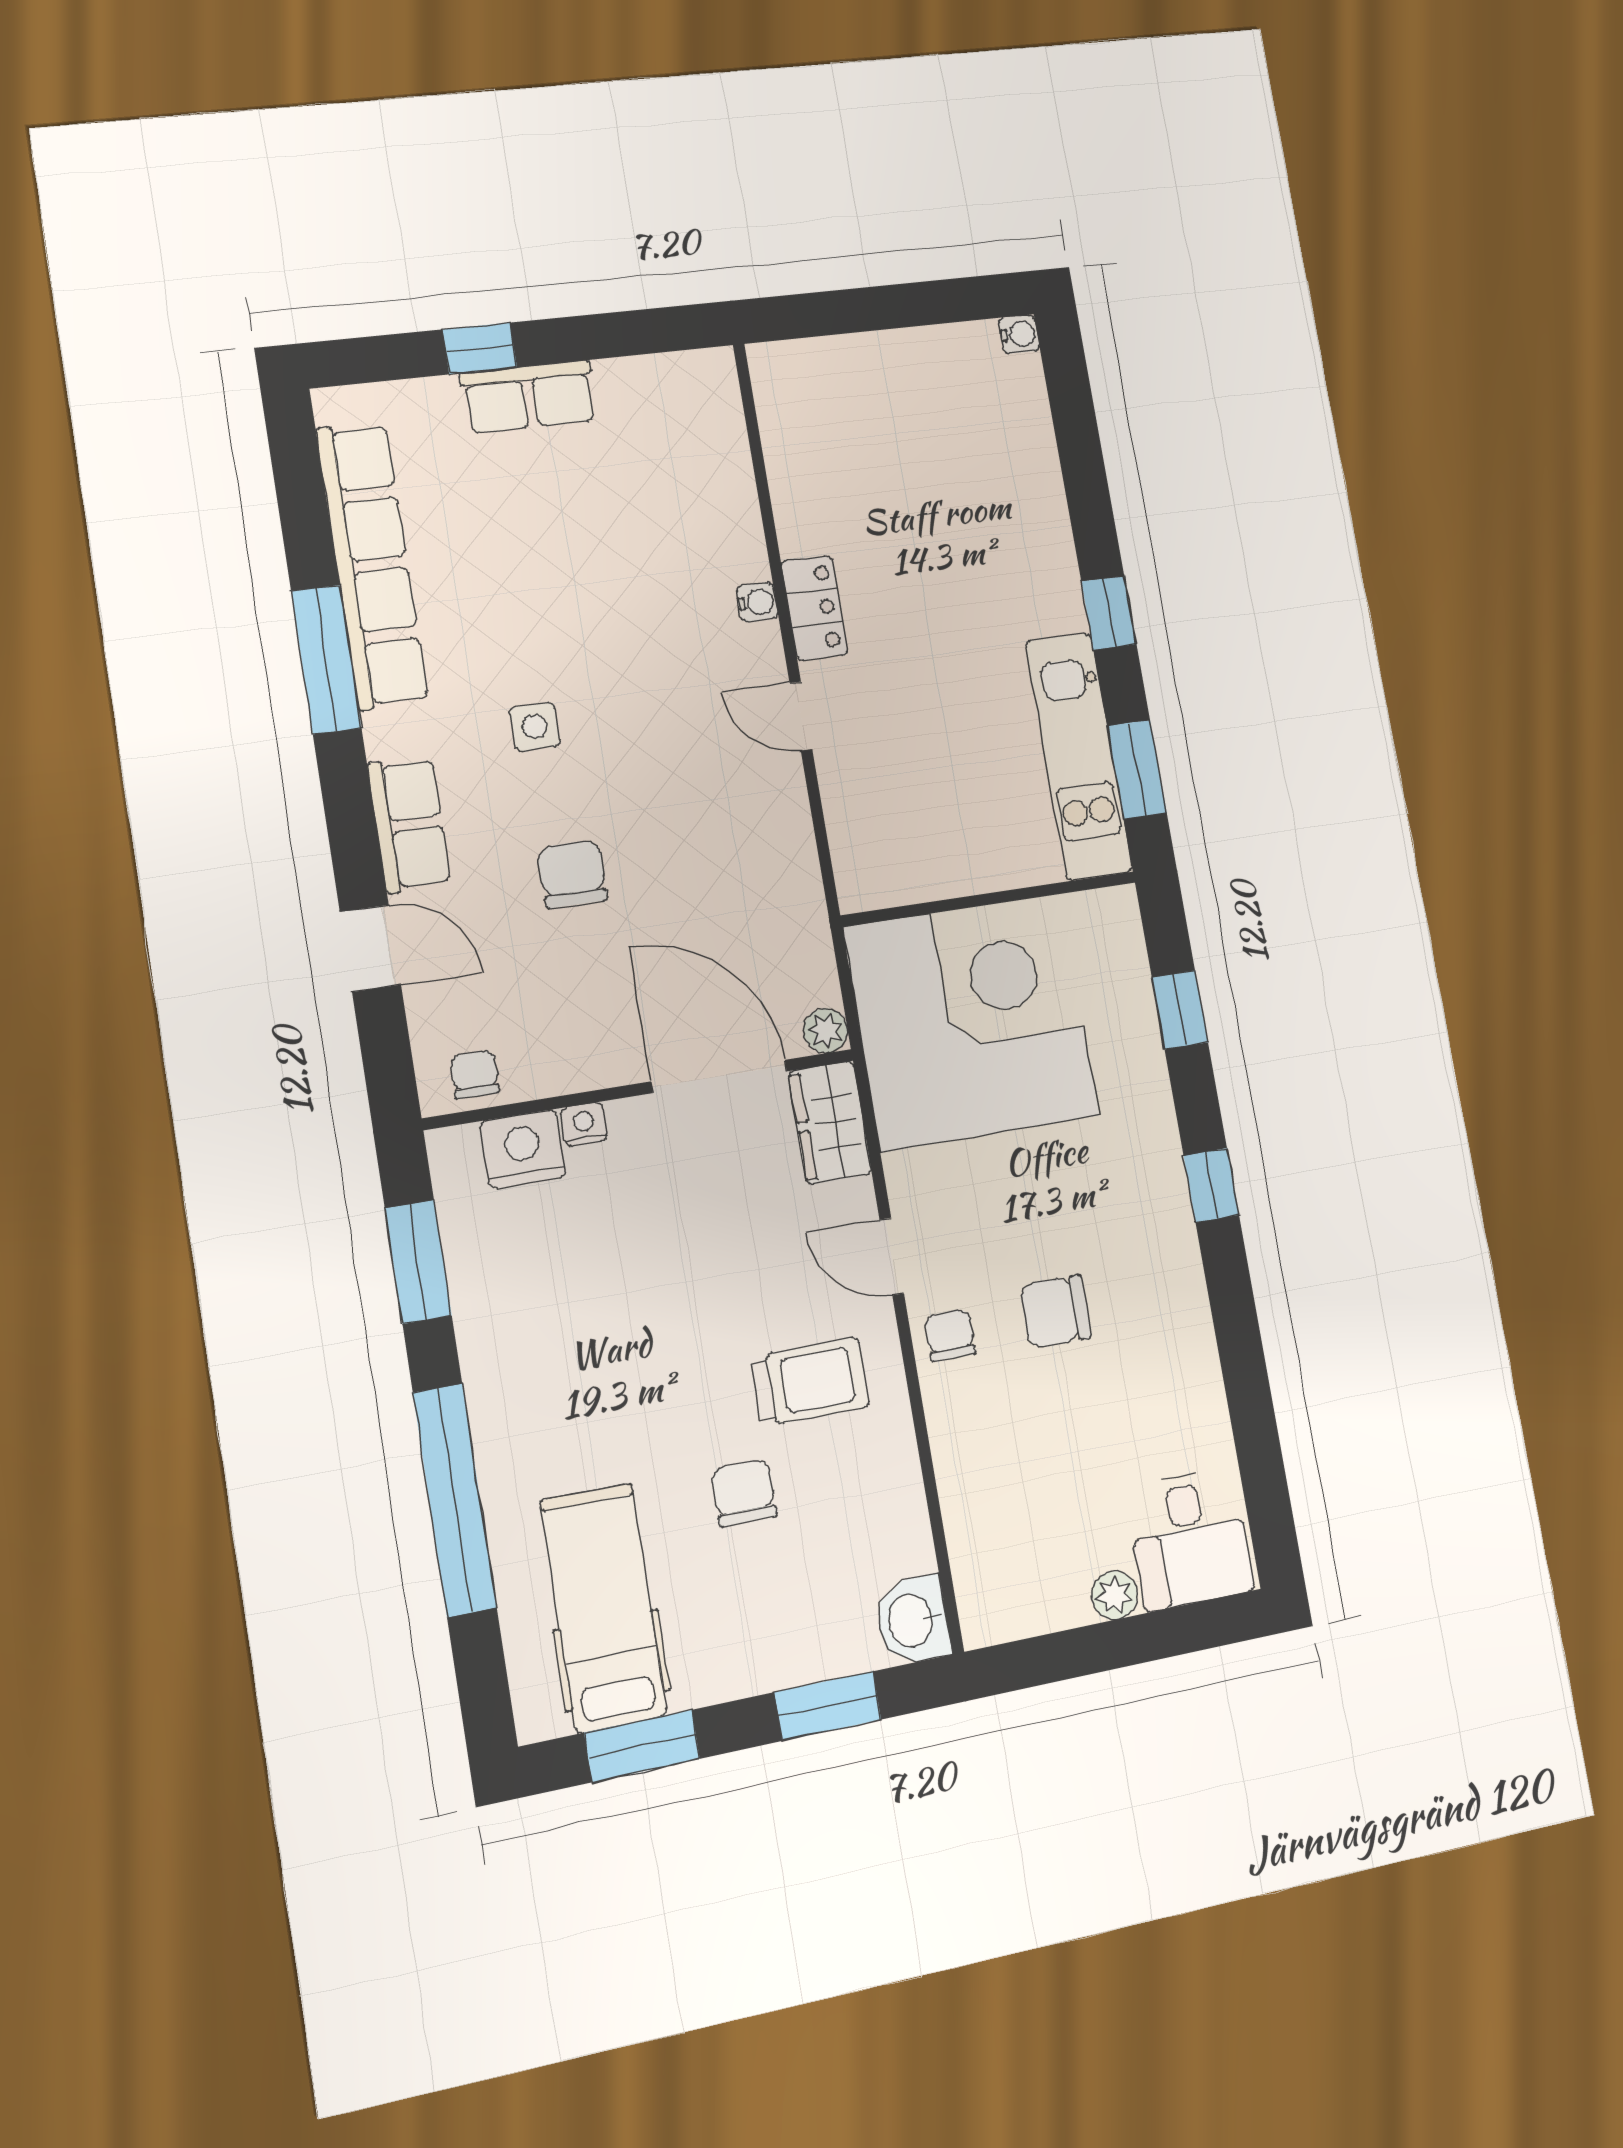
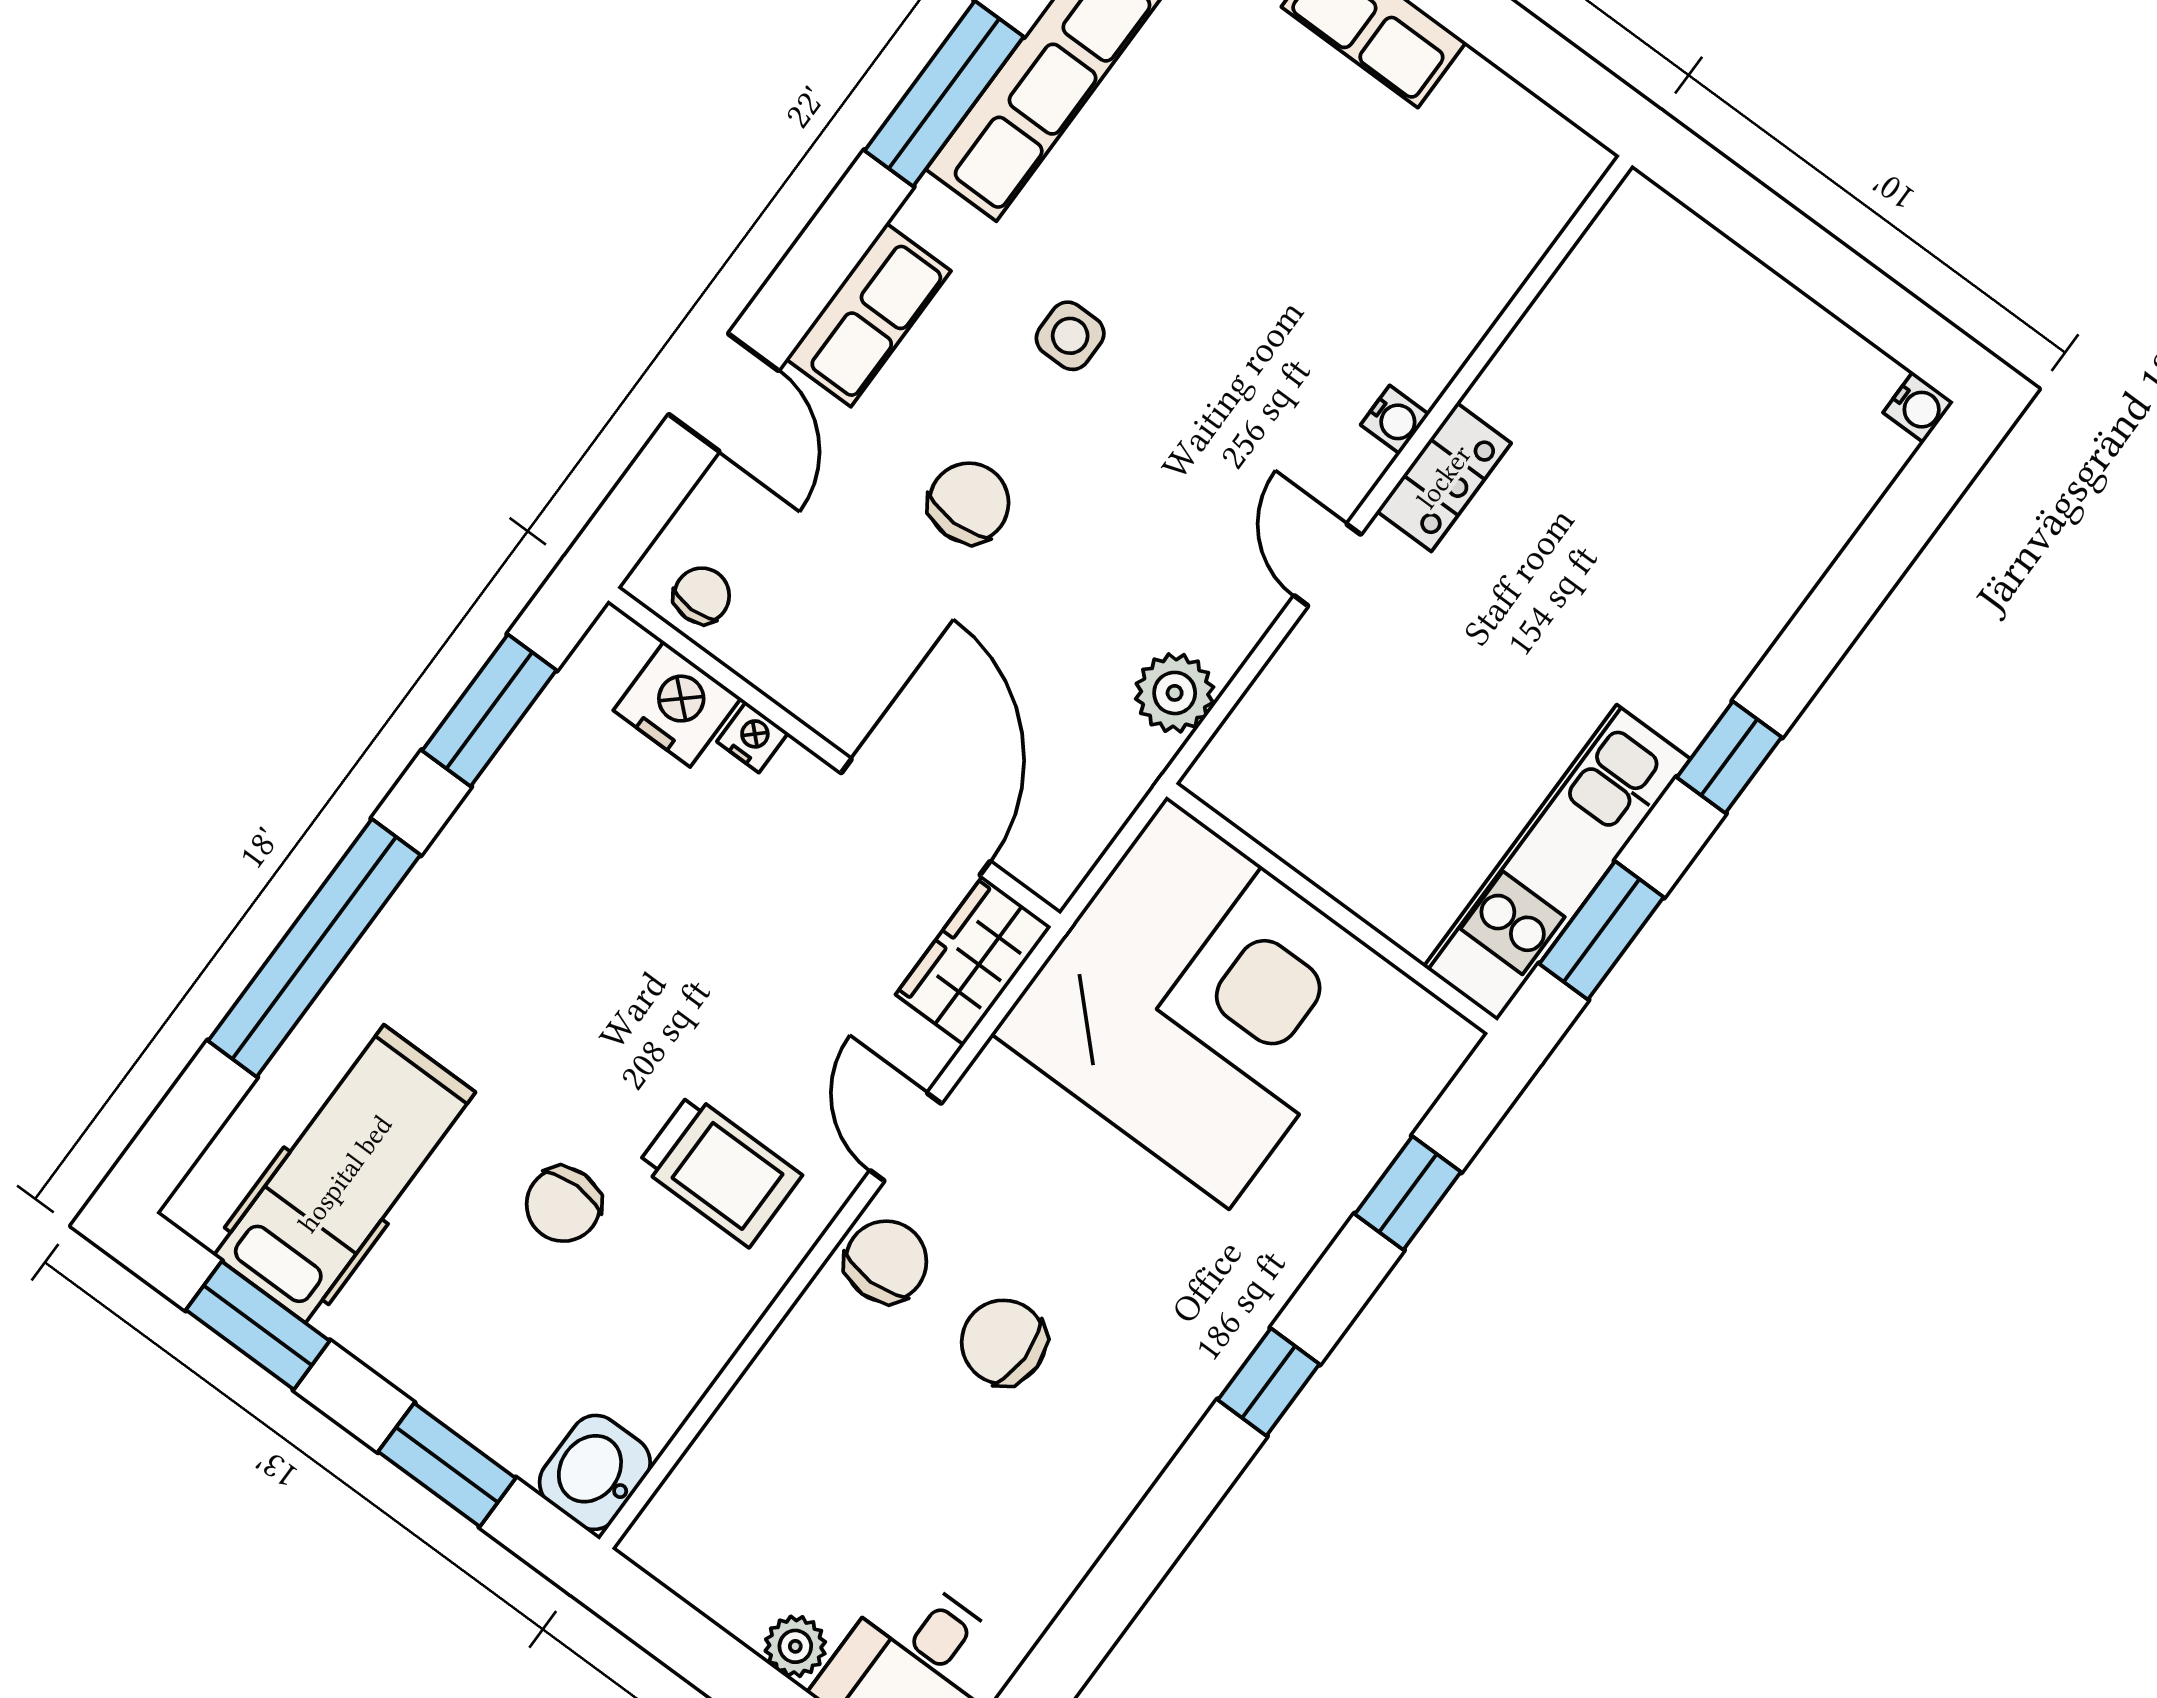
plant: (826, 1031) -> (1175, 693), moved, width x1.38, depth x1.38
chair: (950, 1335) -> (886, 1261), width x1.37, depth x1.37
chair: (744, 1493) -> (563, 1204), turned 180

